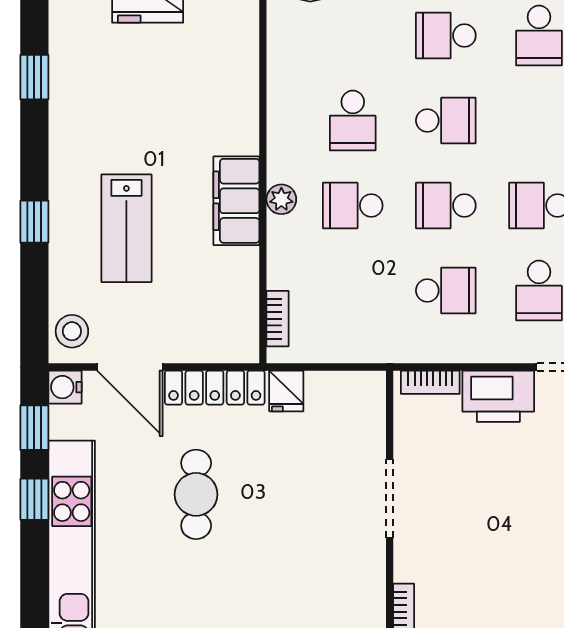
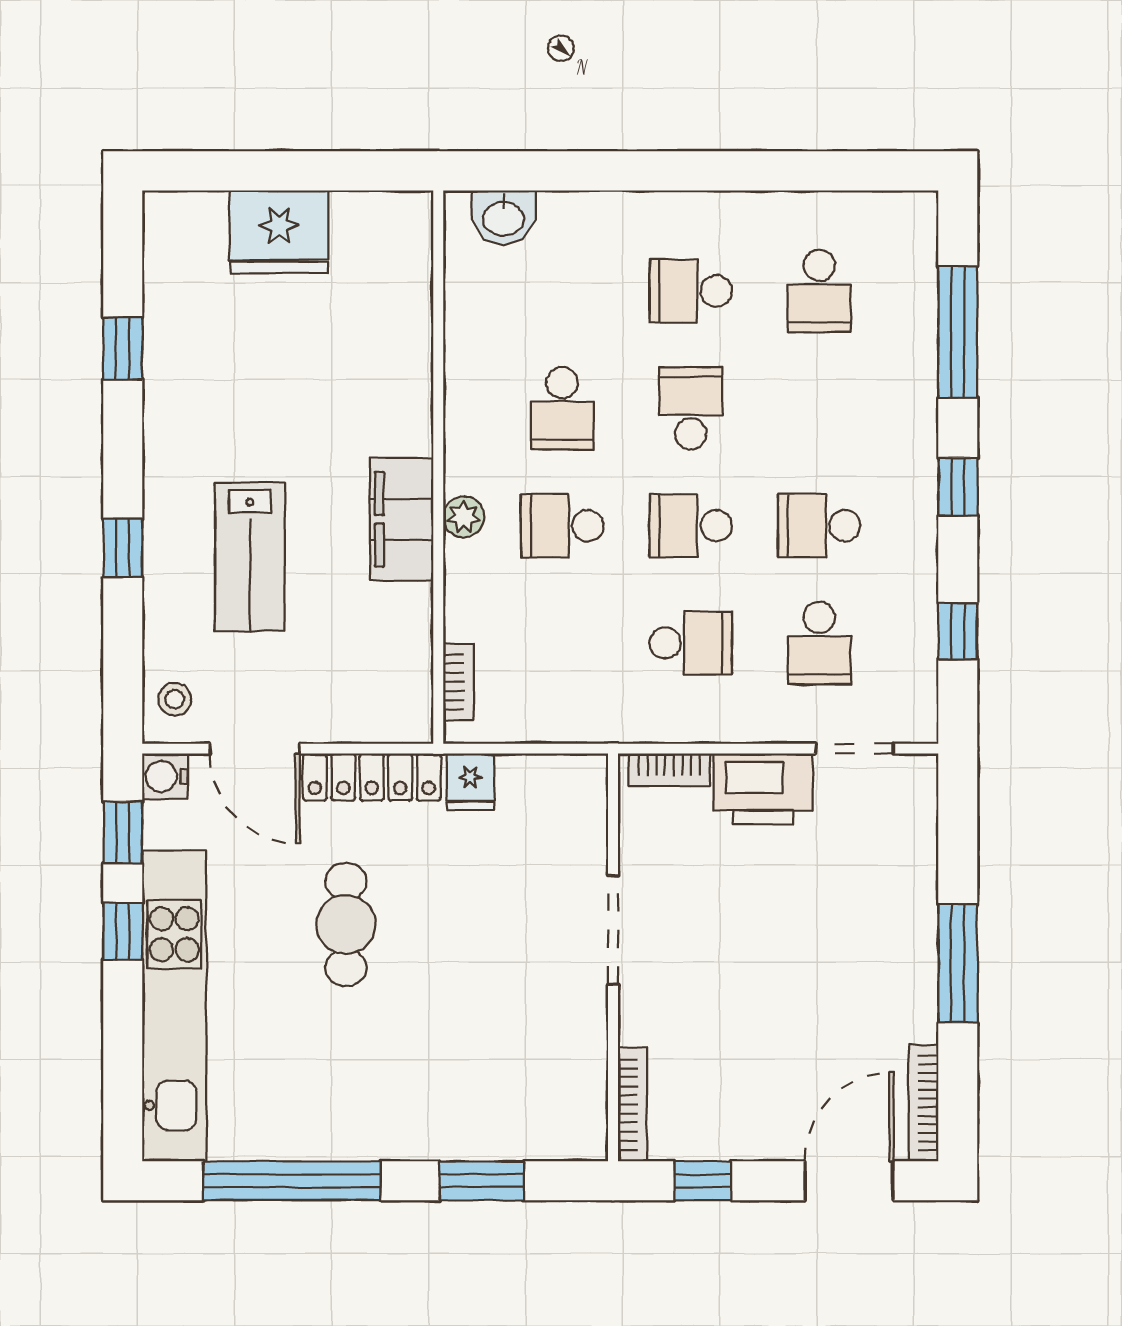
school desk: (446, 120) -> (691, 408), turned -90
stool: (72, 331) -> (175, 699), width x0.73, depth x0.73

